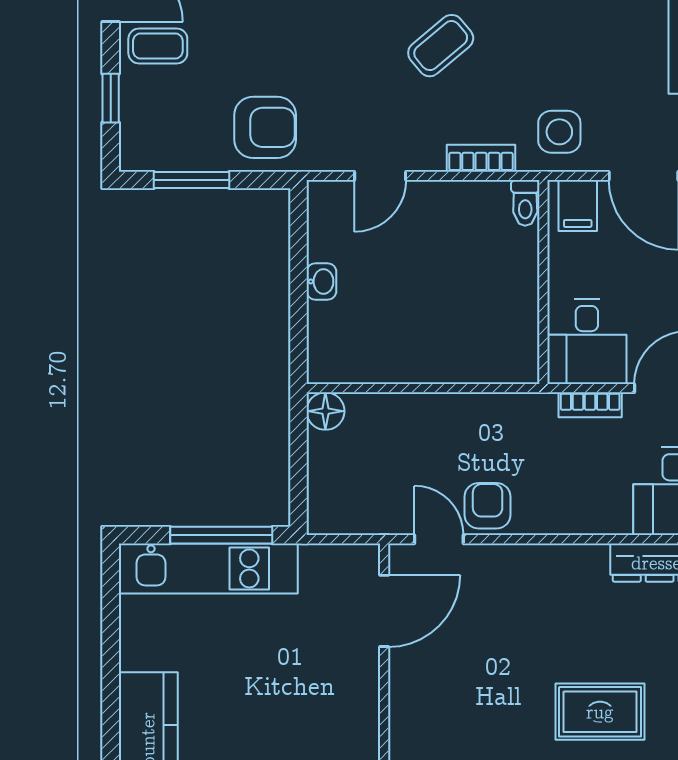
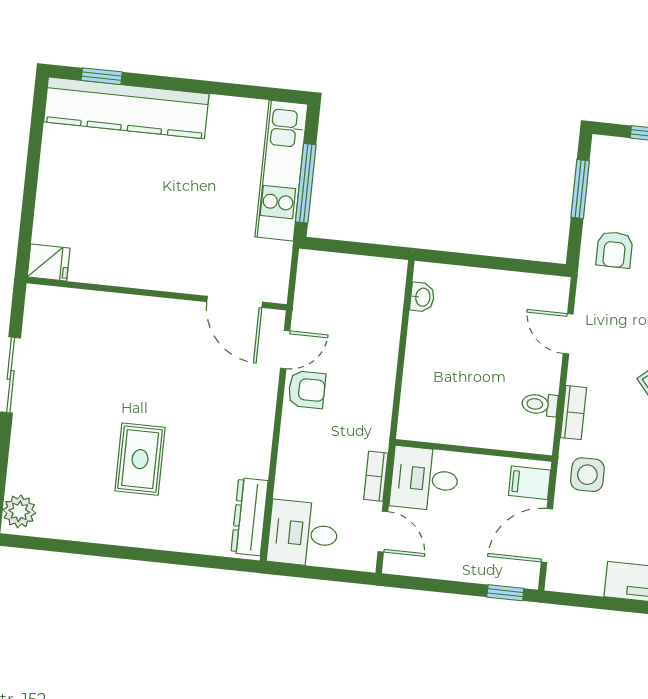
armchair: (265, 127) -> (614, 250), width x0.72, depth x0.72
toilet: (525, 203) -> (540, 404), moved
washbasin: (321, 281) -> (422, 297), moved, turned -90
floor lamp: (325, 411) -> (392, 273), removed

